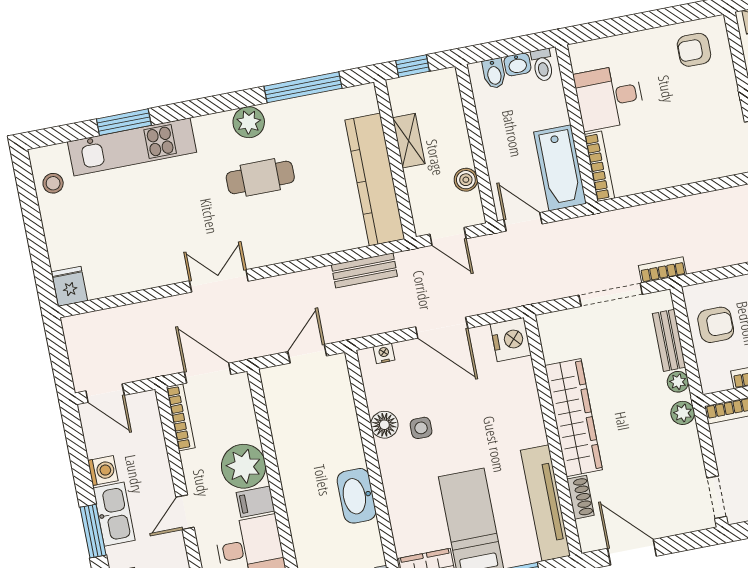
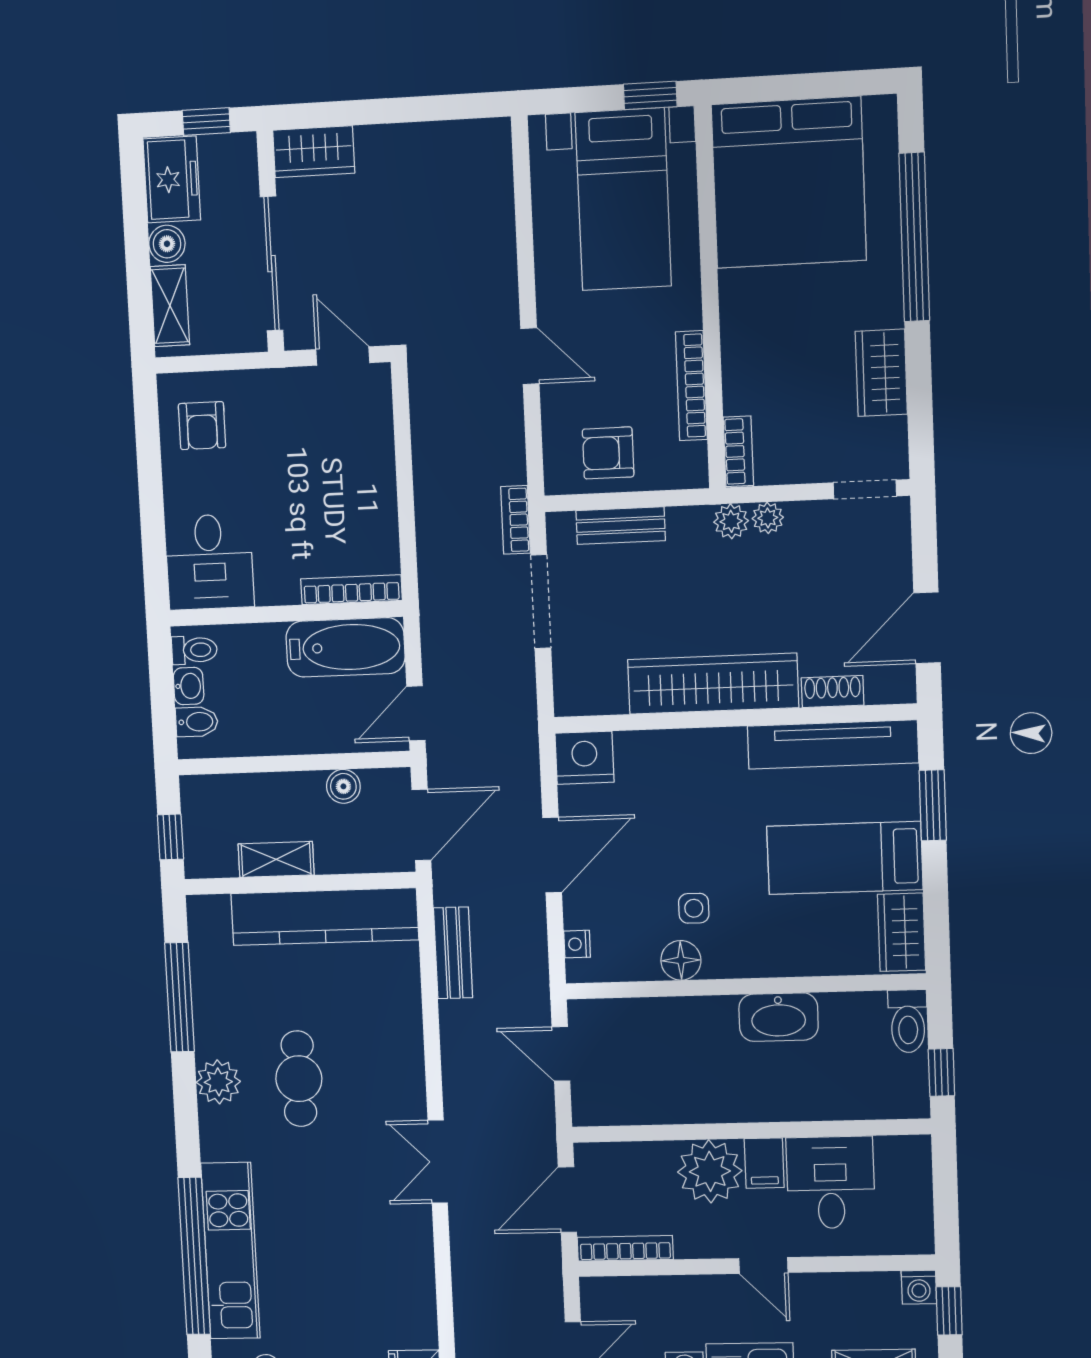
desk: (609, 97) -> (209, 562), moved
window: (124, 122) -> (194, 1256), width x2.11
door: (448, 236) -> (421, 825), width x1.38
armchair: (716, 325) -> (608, 453), turned -90
plant: (678, 382) -> (768, 518), moved

